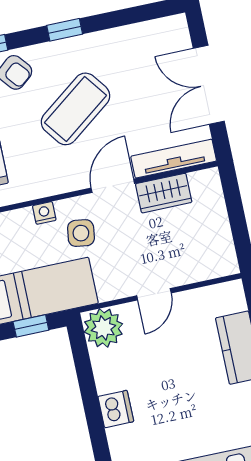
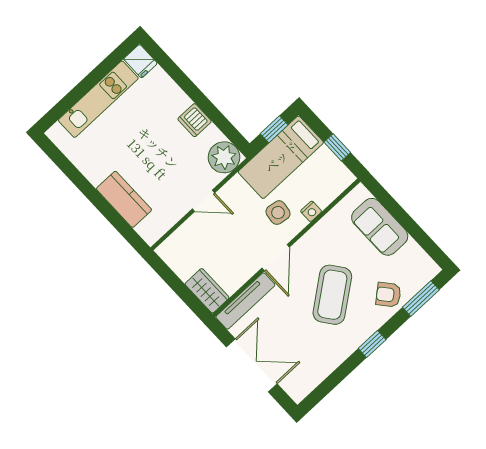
wardrobe: (164, 193) -> (207, 291), moved, turned 90
door: (154, 294) -> (203, 201), swing flipped
dishwasher: (116, 409) -> (195, 120), moved

